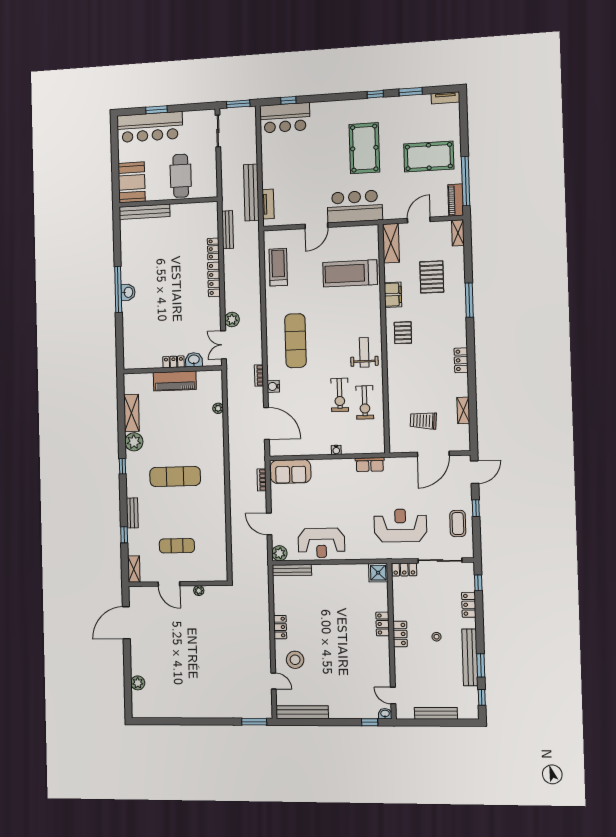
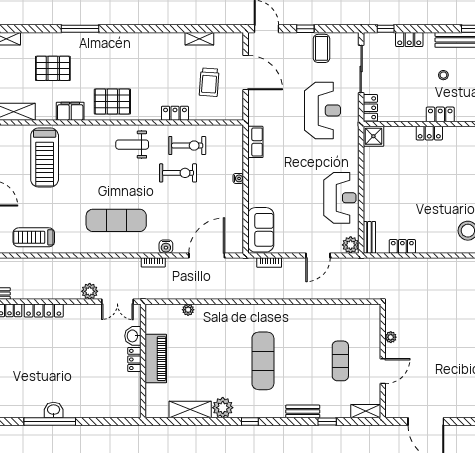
pallet: (403, 333) -> (112, 102), width x1.50, depth x1.42
locker: (461, 360) -> (175, 113), moved, turned 180
coffee table: (458, 524) -> (322, 48), turned 90
reception desk: (400, 525) -> (323, 110), turned 180
bench: (292, 570) -> (369, 237), width x0.73
locker: (280, 627) -> (402, 246), moved

